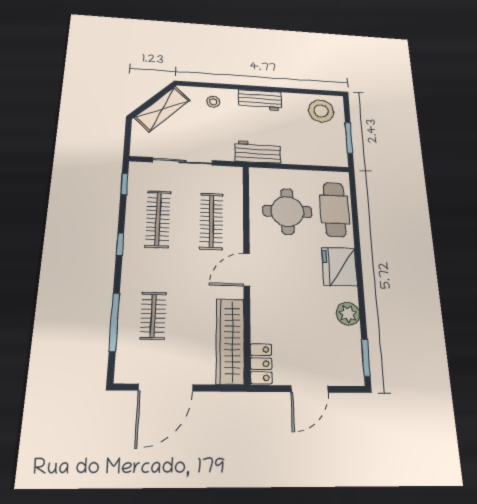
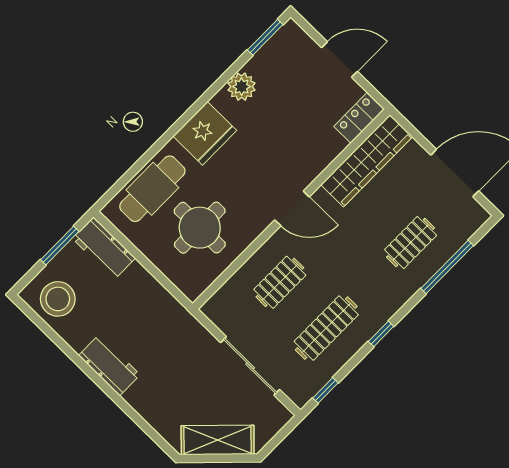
stool: (213, 102) -> (159, 405), removed
workbench: (258, 152) -> (104, 248), moved
clothes rail: (211, 221) -> (280, 282), width x0.73

